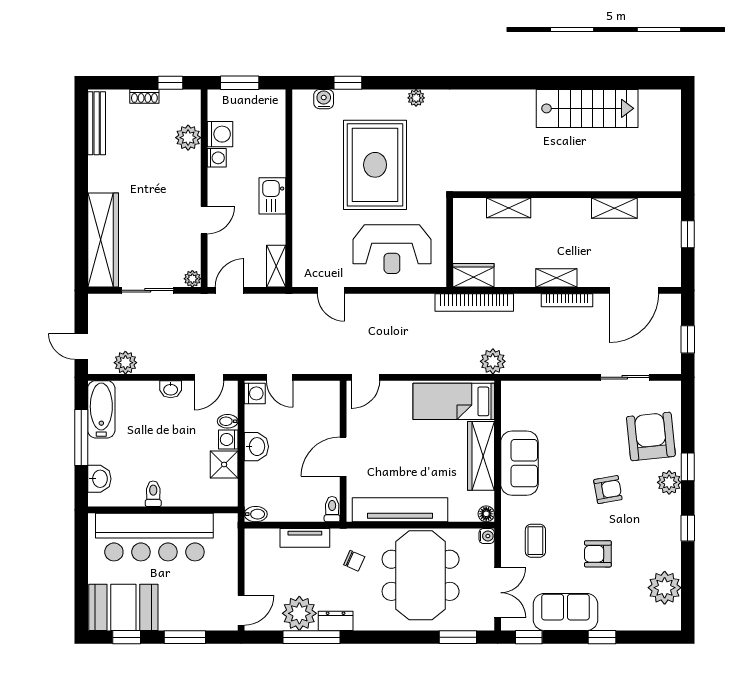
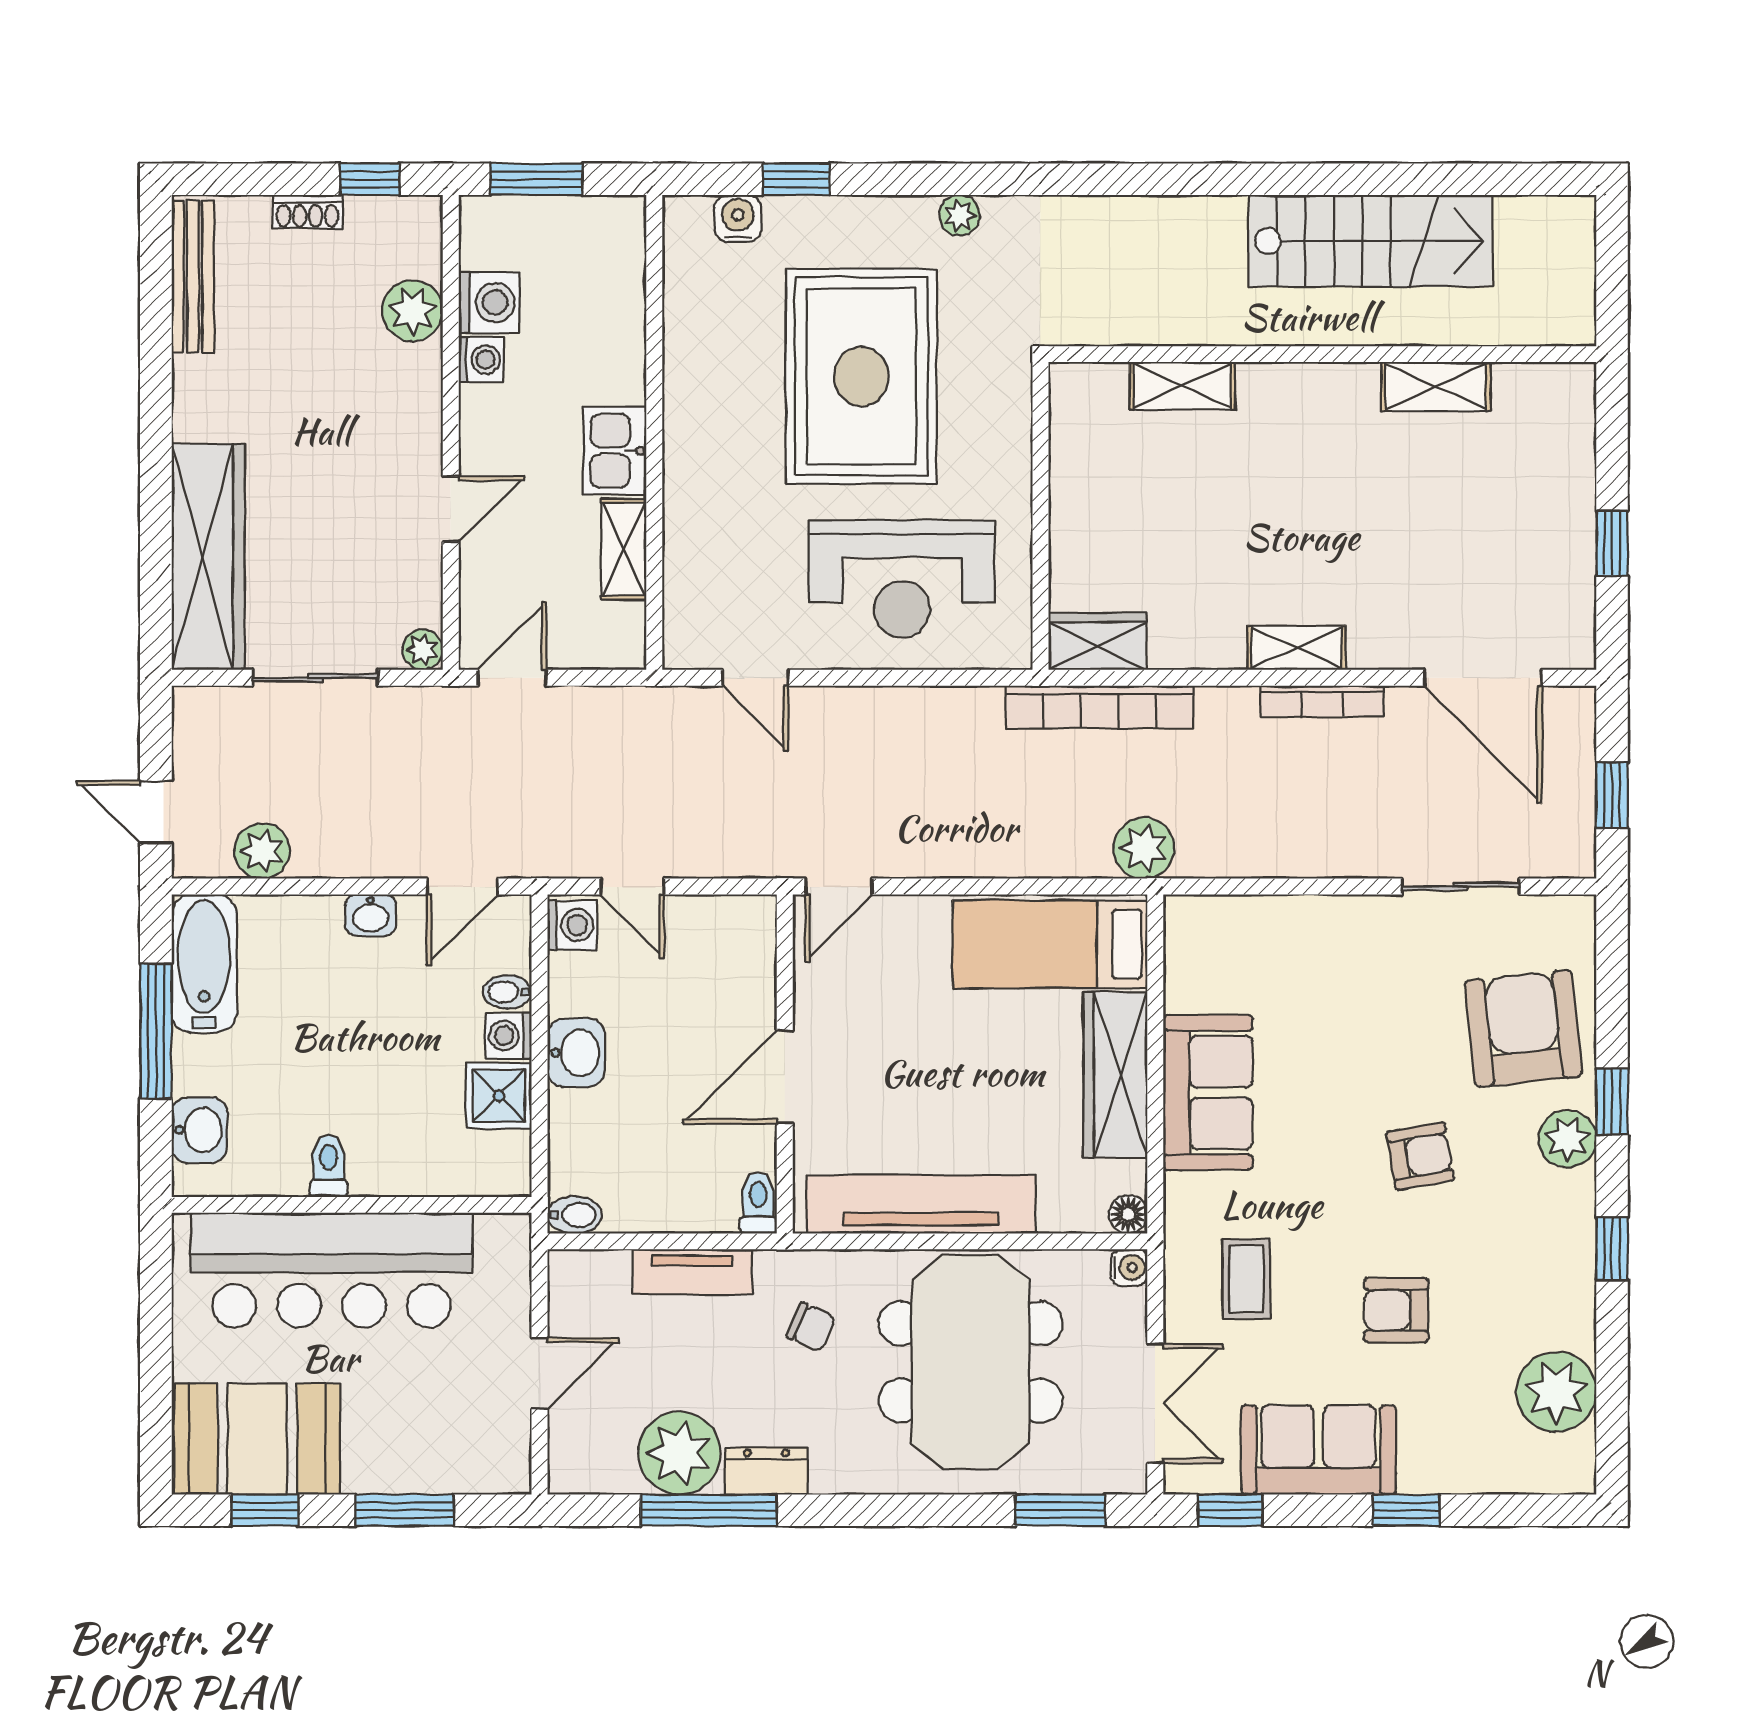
wall: (567, 195) -> (1322, 354), moved
shelving: (509, 208) -> (1182, 386), moved
shelving: (614, 208) -> (1436, 387), moved
shelving: (276, 266) -> (624, 549), moved
door: (634, 290) -> (1483, 678), hinge flipped
door: (241, 610) -> (539, 1373), moved

